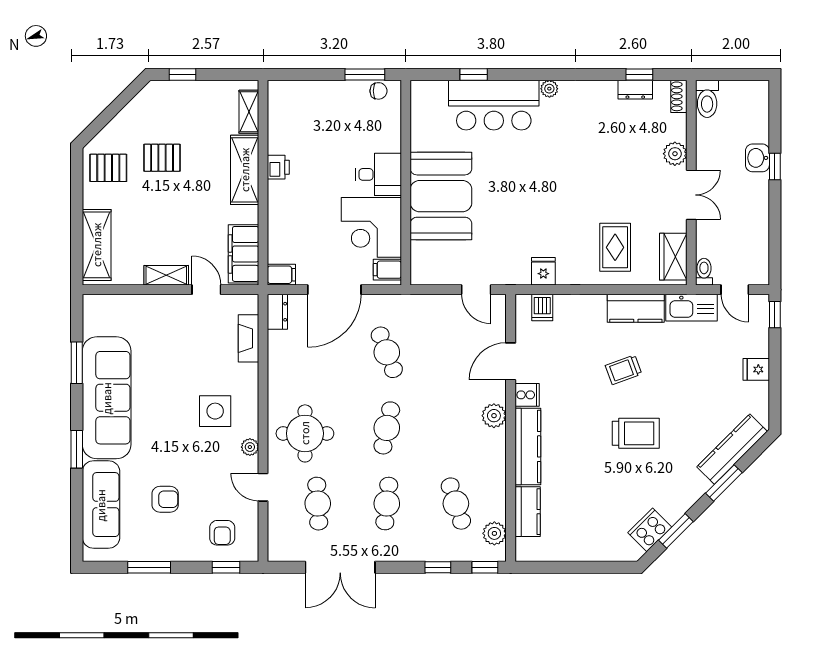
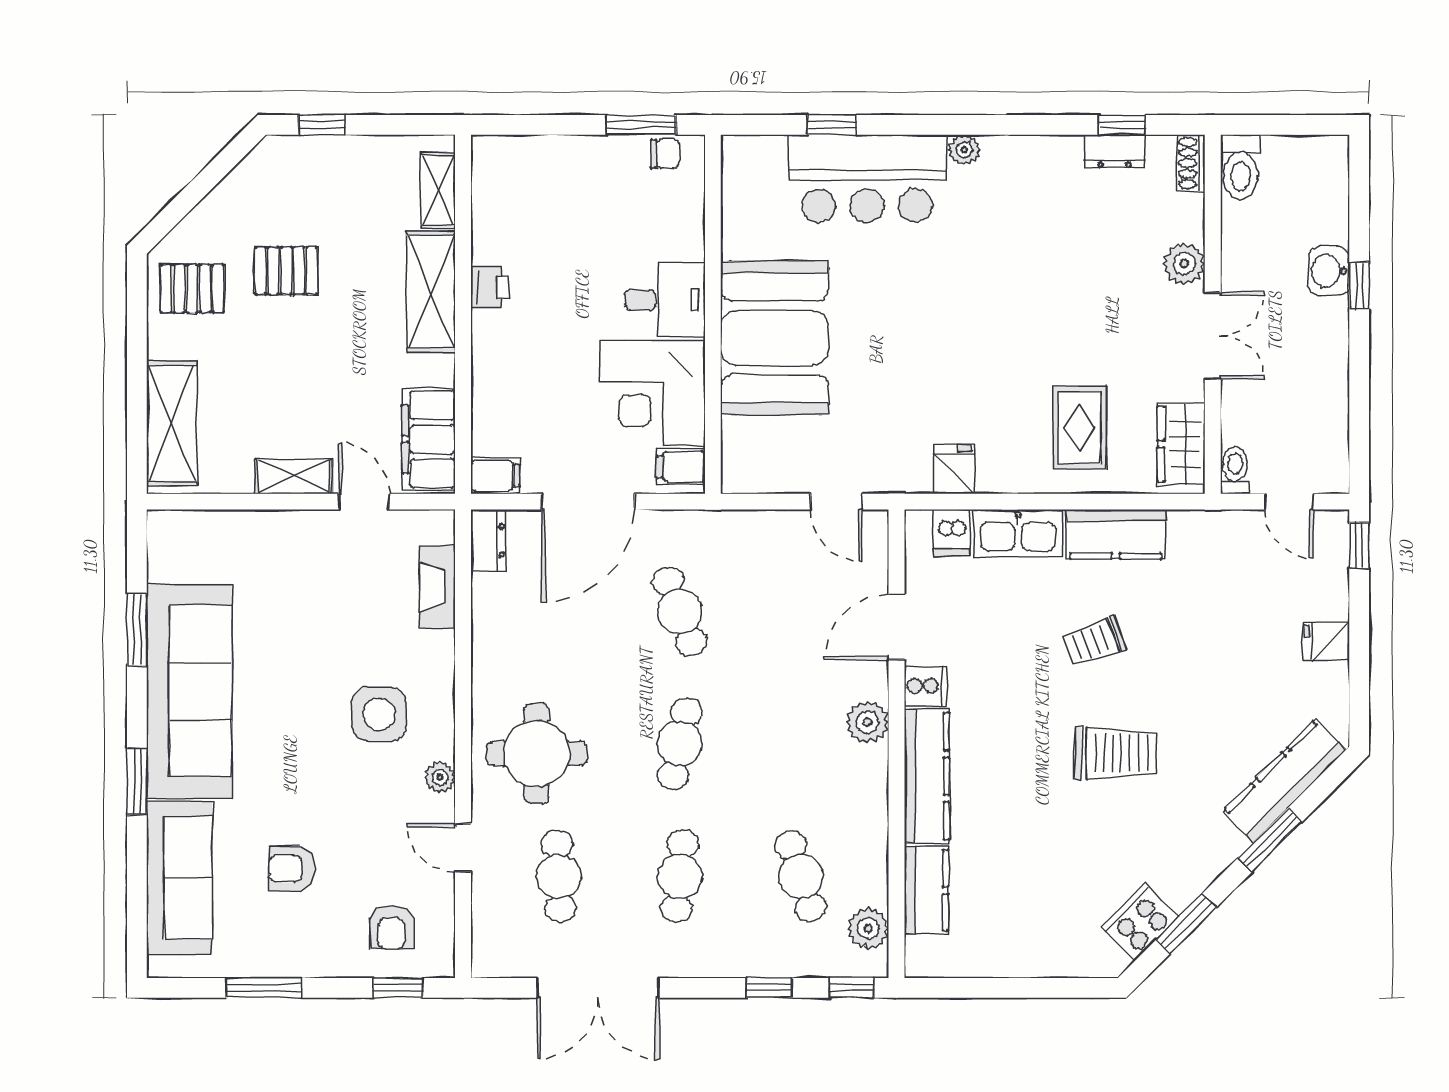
kitchen sink: (692, 308) -> (1018, 533), moved
armchair: (165, 499) -> (292, 869), turned 180

